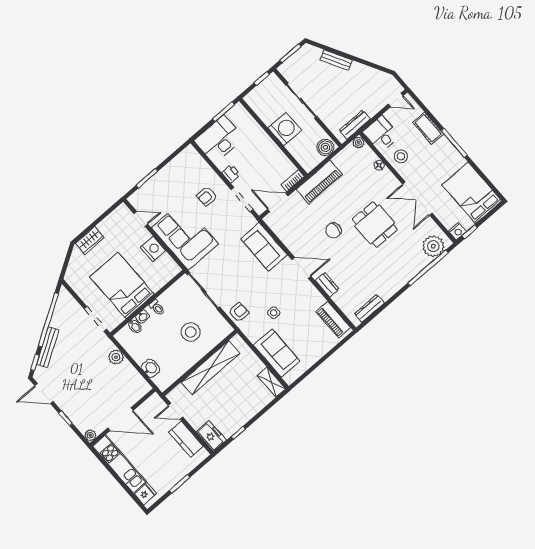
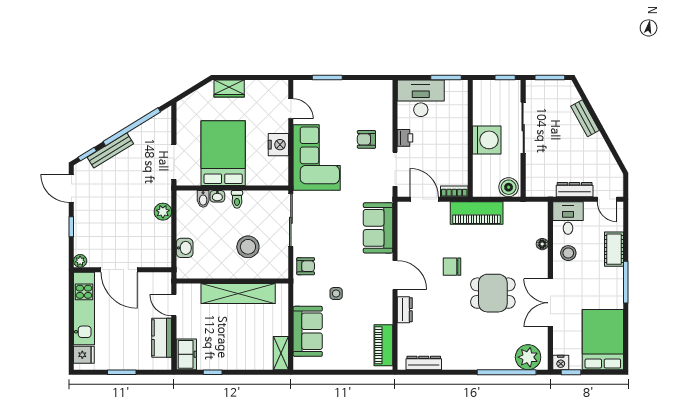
dresser: (355, 125) -> (575, 190), moved
plant: (358, 143) -> (541, 208), removed
dining table: (375, 225) -> (493, 293), turned 90

